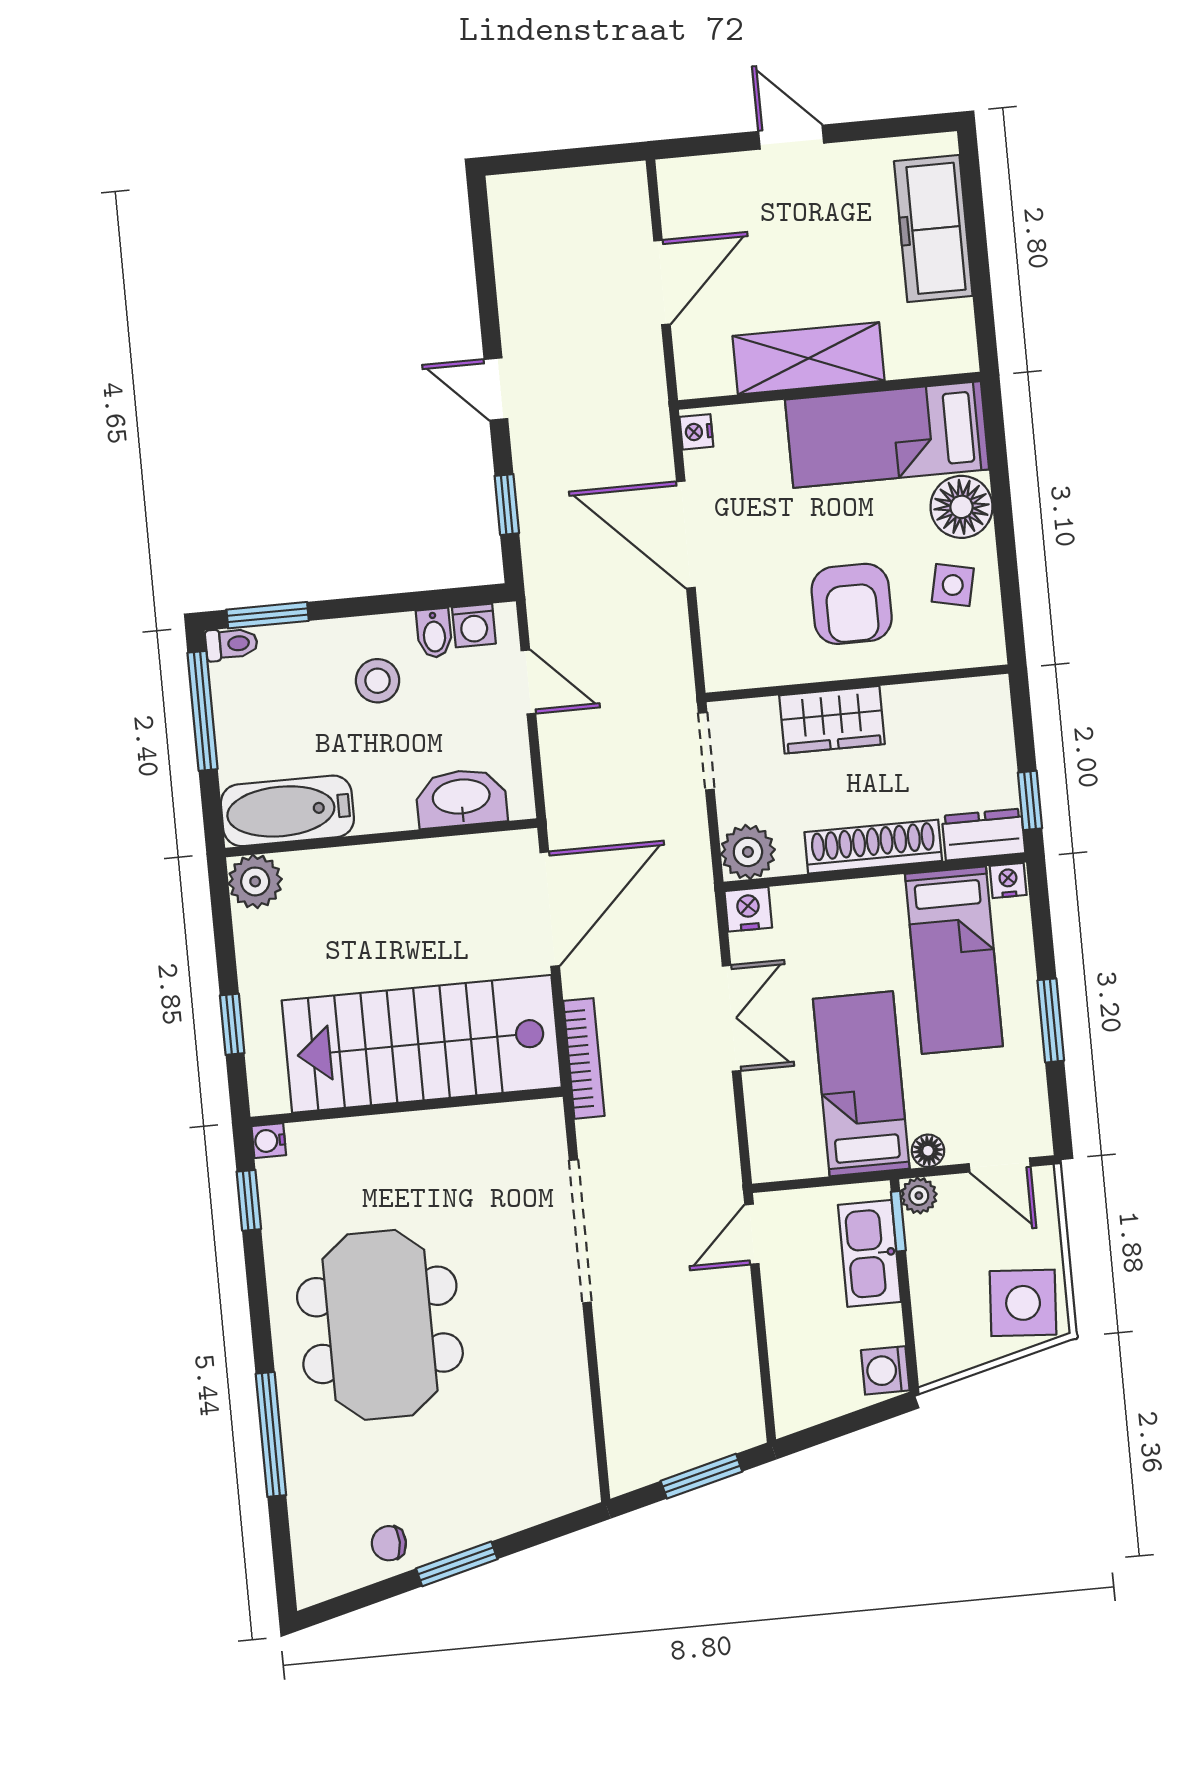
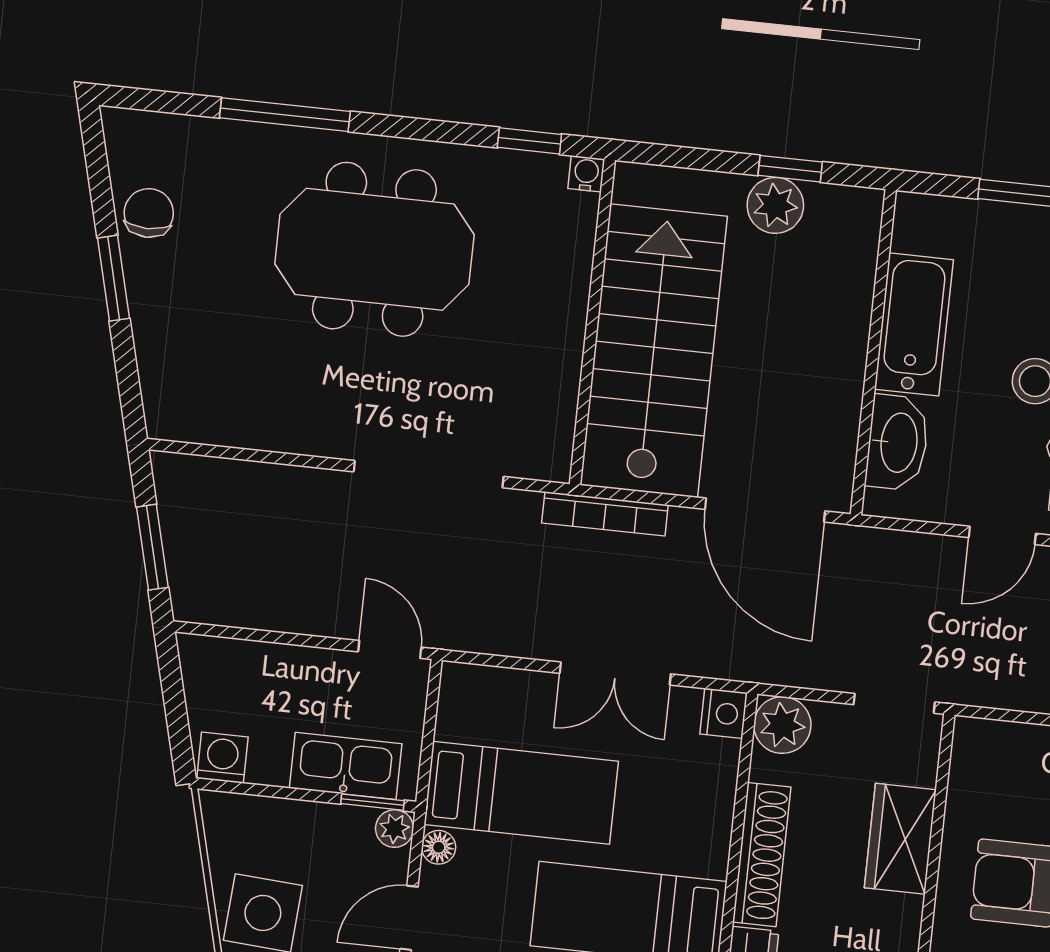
bathtub: (287, 811) -> (914, 324), moved
plant: (255, 881) -> (775, 205), moved
window: (232, 1024) -> (790, 169), moved
chair: (389, 1543) -> (149, 213), width x1.37, depth x1.37

